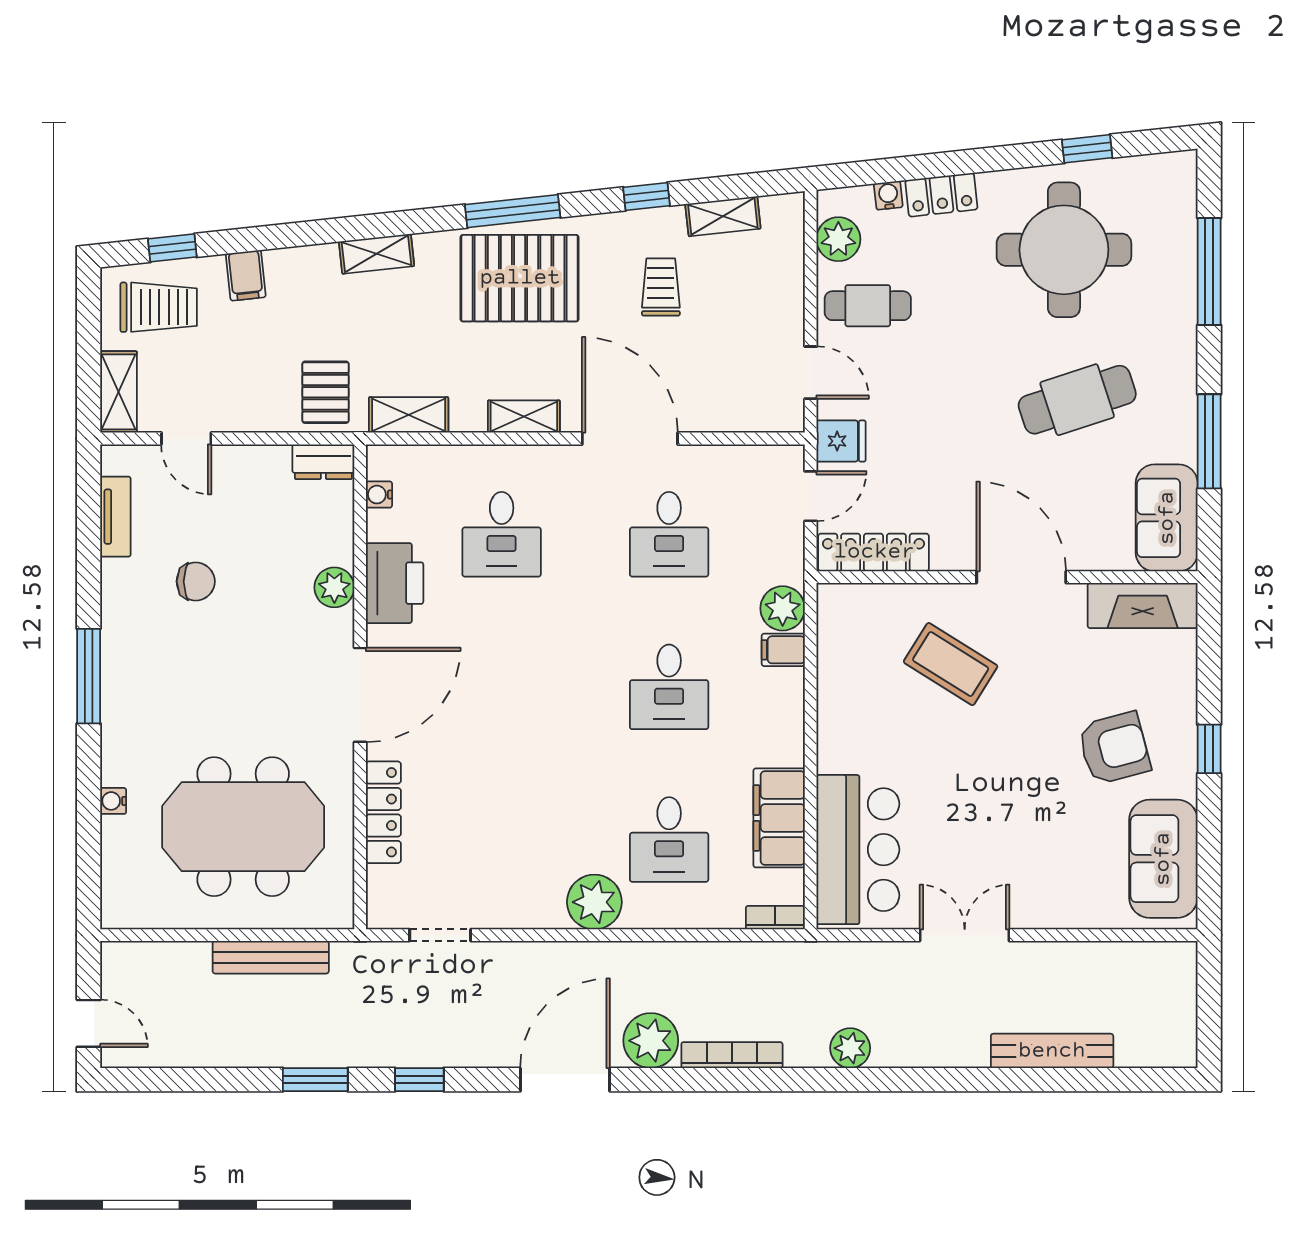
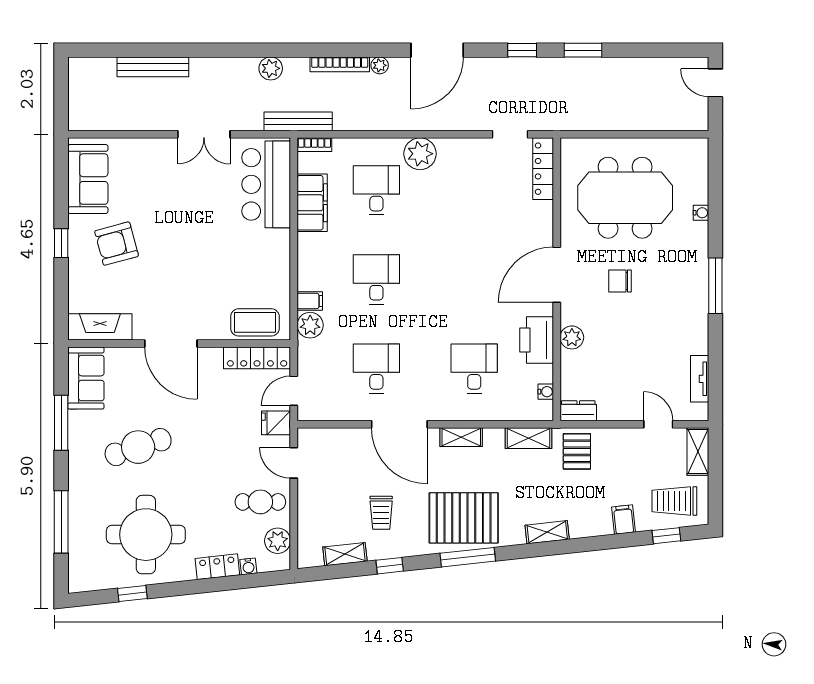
chair: (196, 581) -> (620, 281), moved
coffee table: (951, 664) -> (255, 322), moved, turned -32
locker: (383, 812) -> (543, 169), moved
bench: (271, 957) -> (298, 121), moved
plant: (651, 1041) -> (380, 65), width x0.53, depth x0.53

